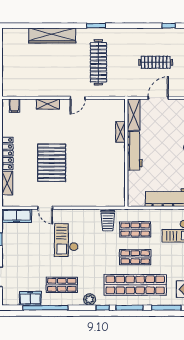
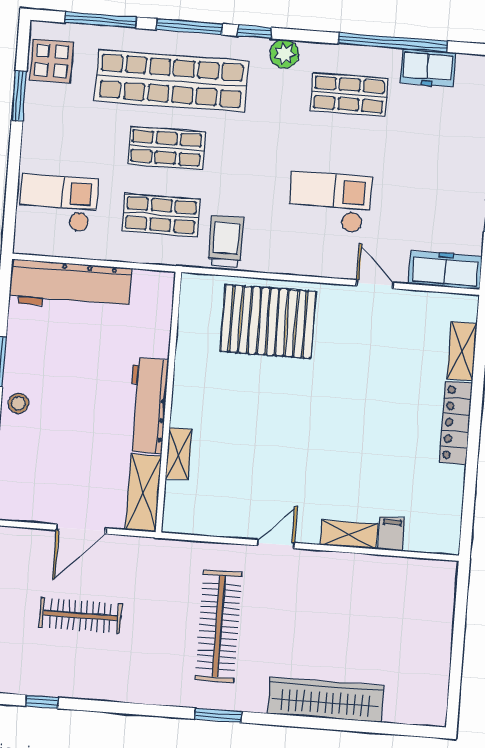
filing cabinet: (14, 106) -> (391, 534), moved
pallet: (52, 163) -> (268, 321), moved, turned 90
checkout: (66, 240) -> (330, 202), turned -90

